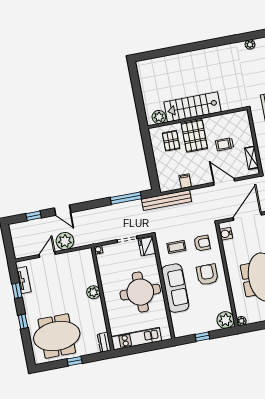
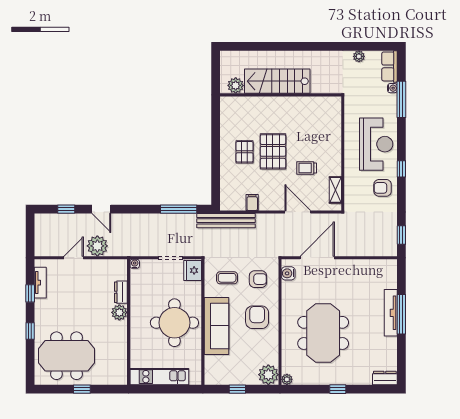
stairs: (192, 107) -> (277, 81), moved
plant: (159, 117) -> (236, 85), moved
wall: (197, 118) -> (281, 95), moved
dresser: (104, 342) -> (121, 292), moved

